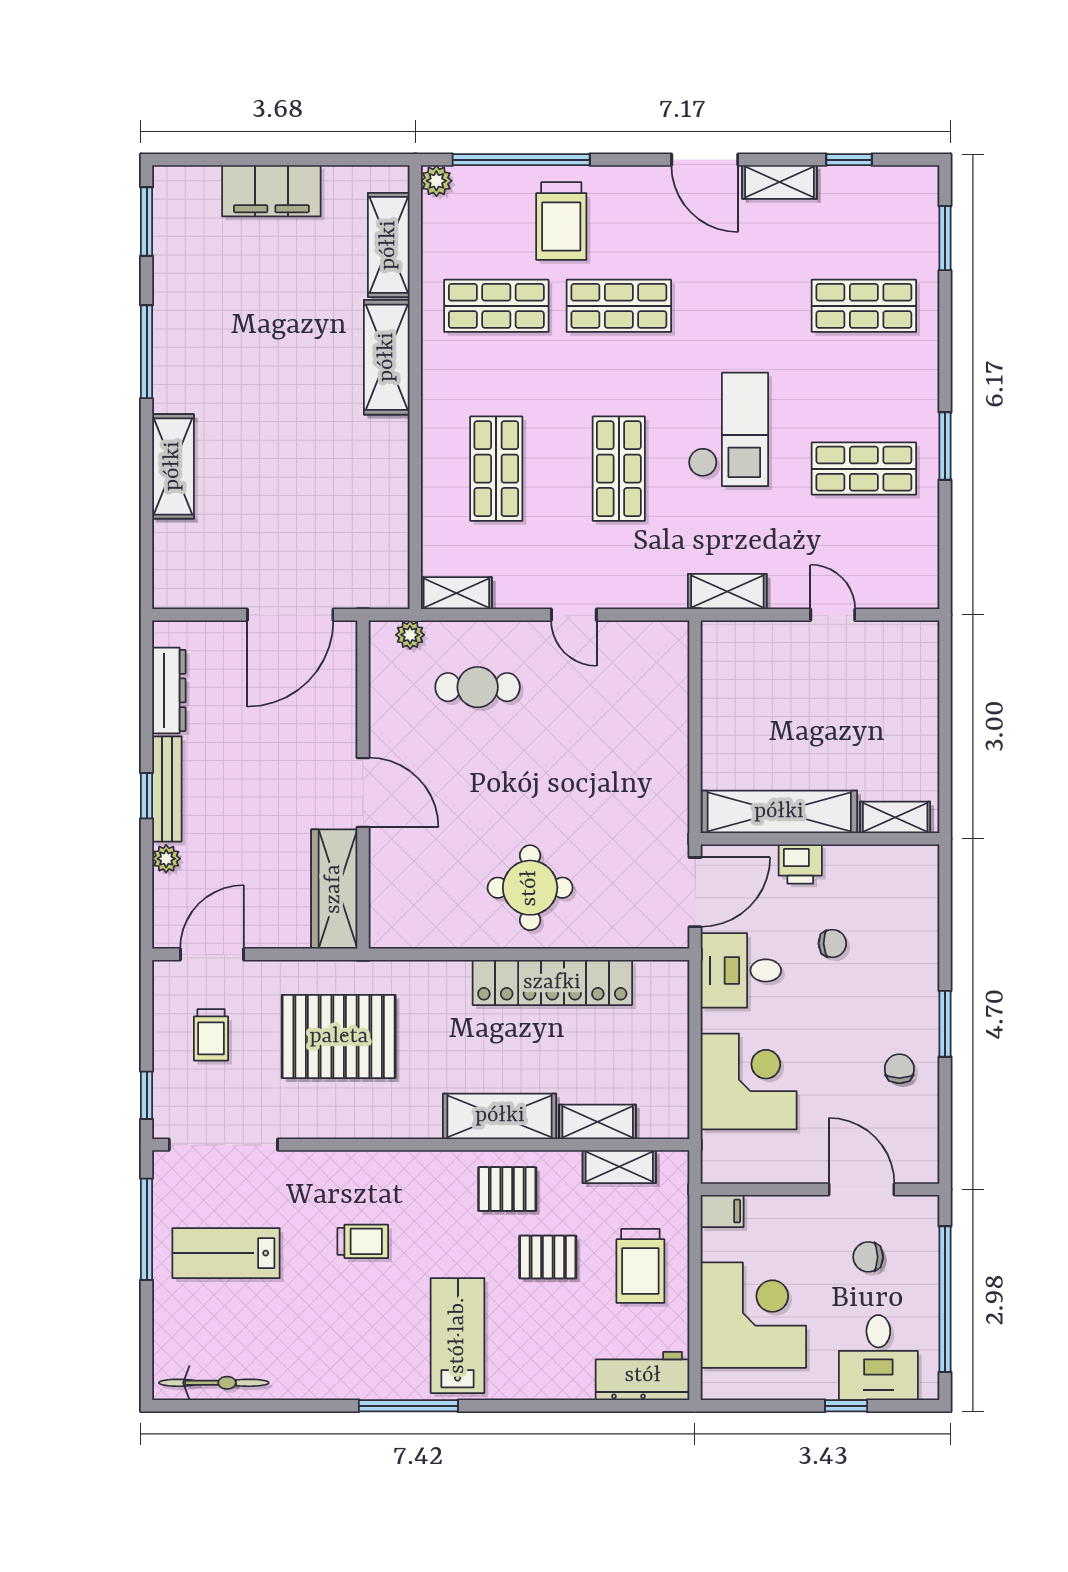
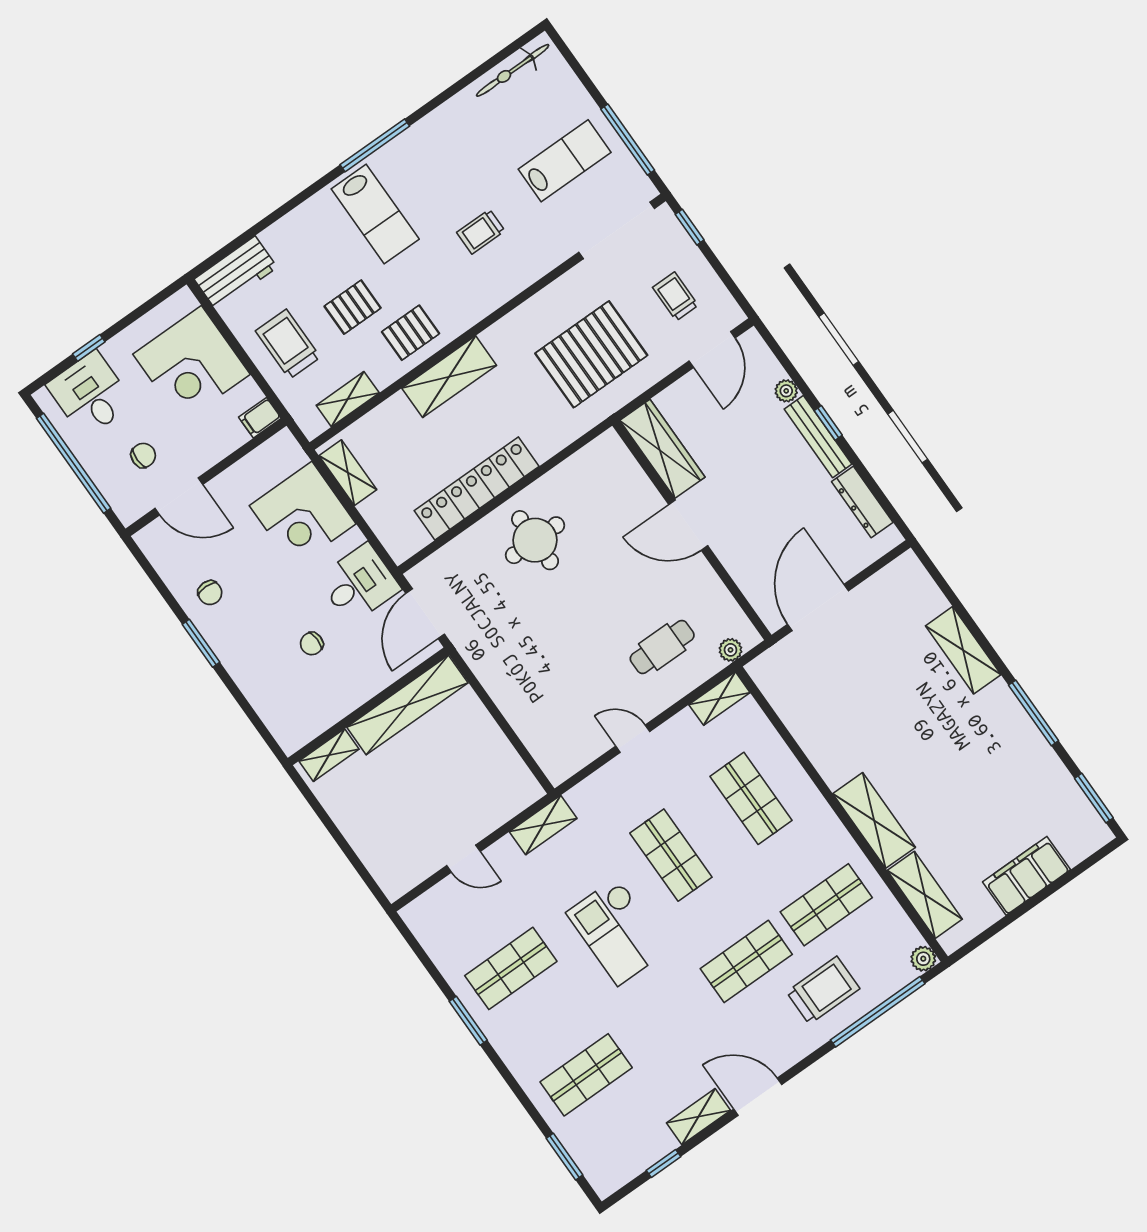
trolley: (561, 221) -> (823, 990), turned 90
printer: (800, 864) -> (369, 681), removed
shelving: (598, 1122) -> (348, 473), moved, turned 90

